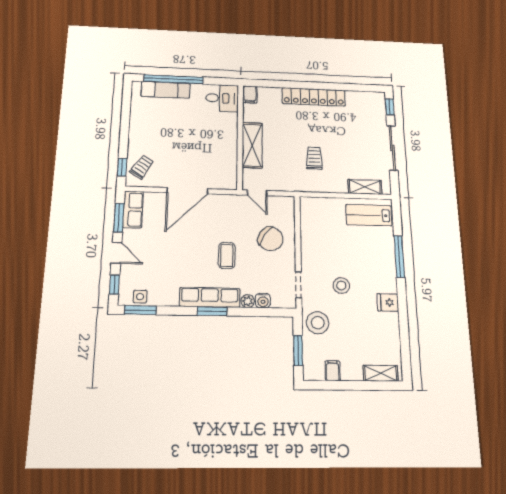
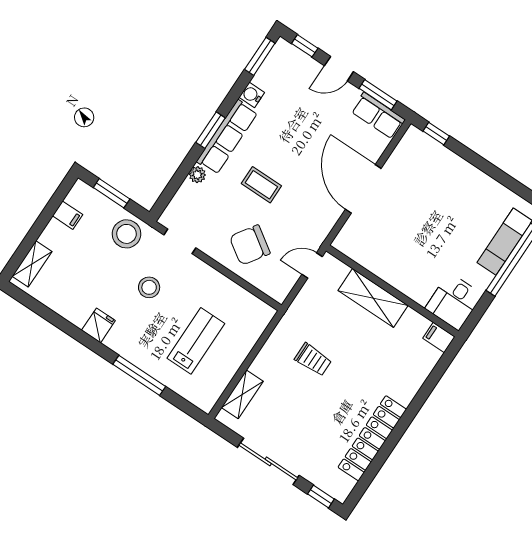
locker: (314, 97) -> (372, 438), moved
trolley: (142, 167) -> (423, 156), removed
lab bench: (369, 215) -> (196, 341), moved
side table: (140, 297) -> (275, 65), removed
water cooler: (263, 301) -> (252, 95), moved

